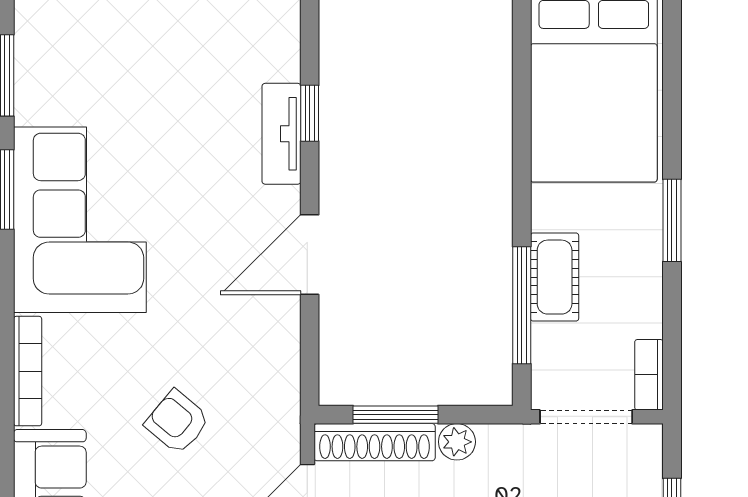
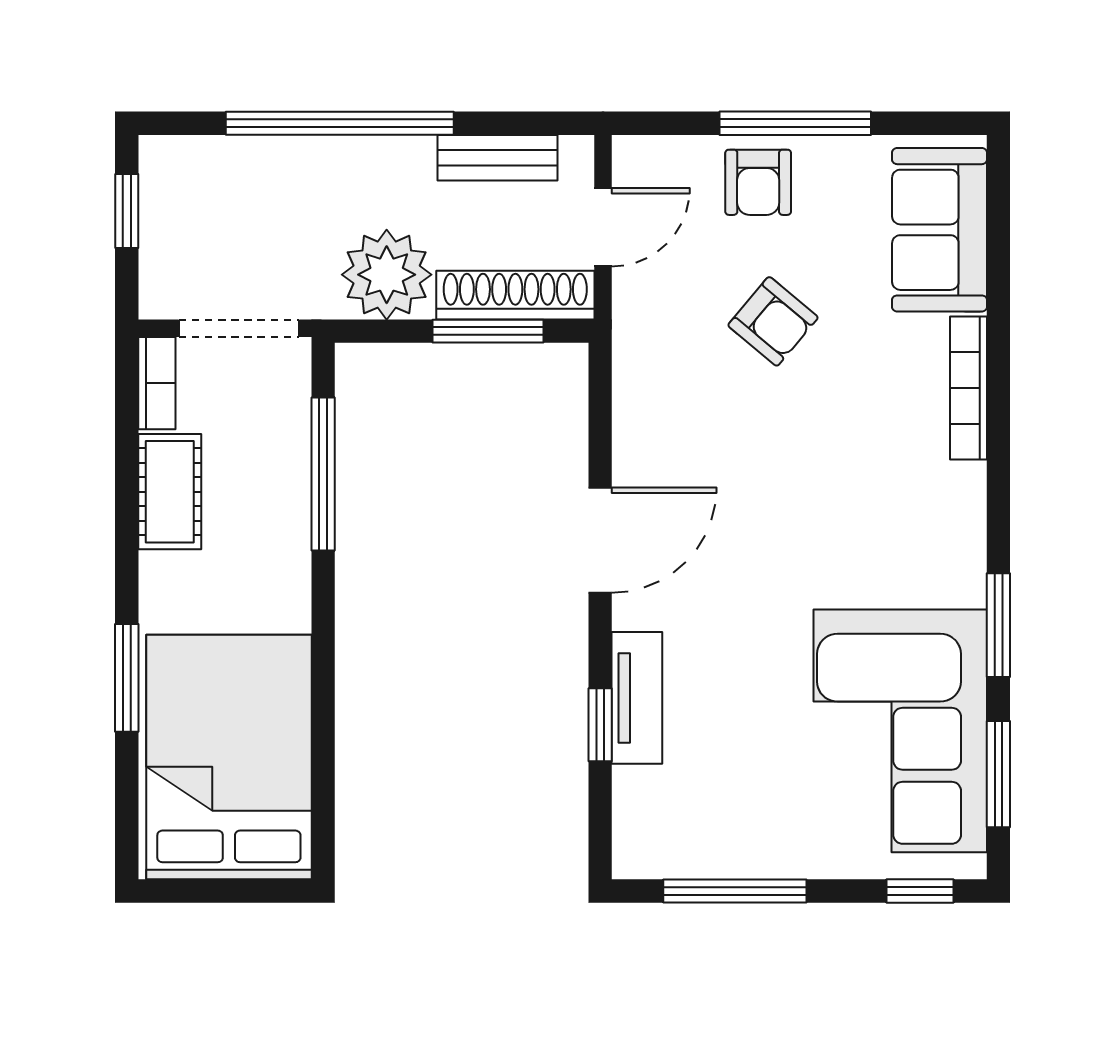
corner sofa: (80, 220) -> (900, 731), moved
window: (672, 220) -> (127, 678), moved
cot: (555, 277) -> (170, 492), moved
plant: (457, 442) -> (387, 275), width x1.88, depth x1.88

